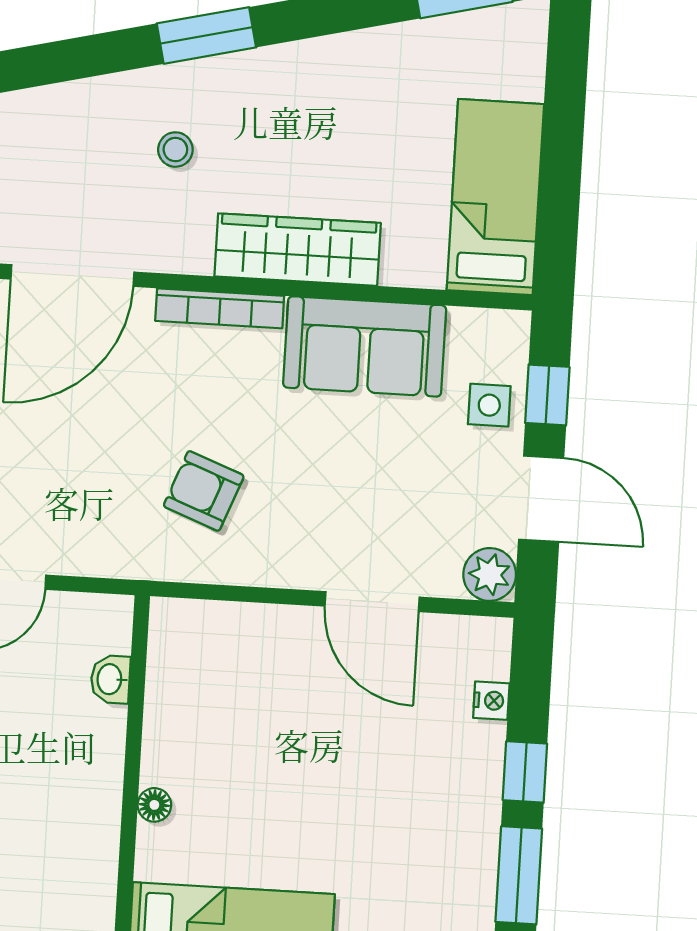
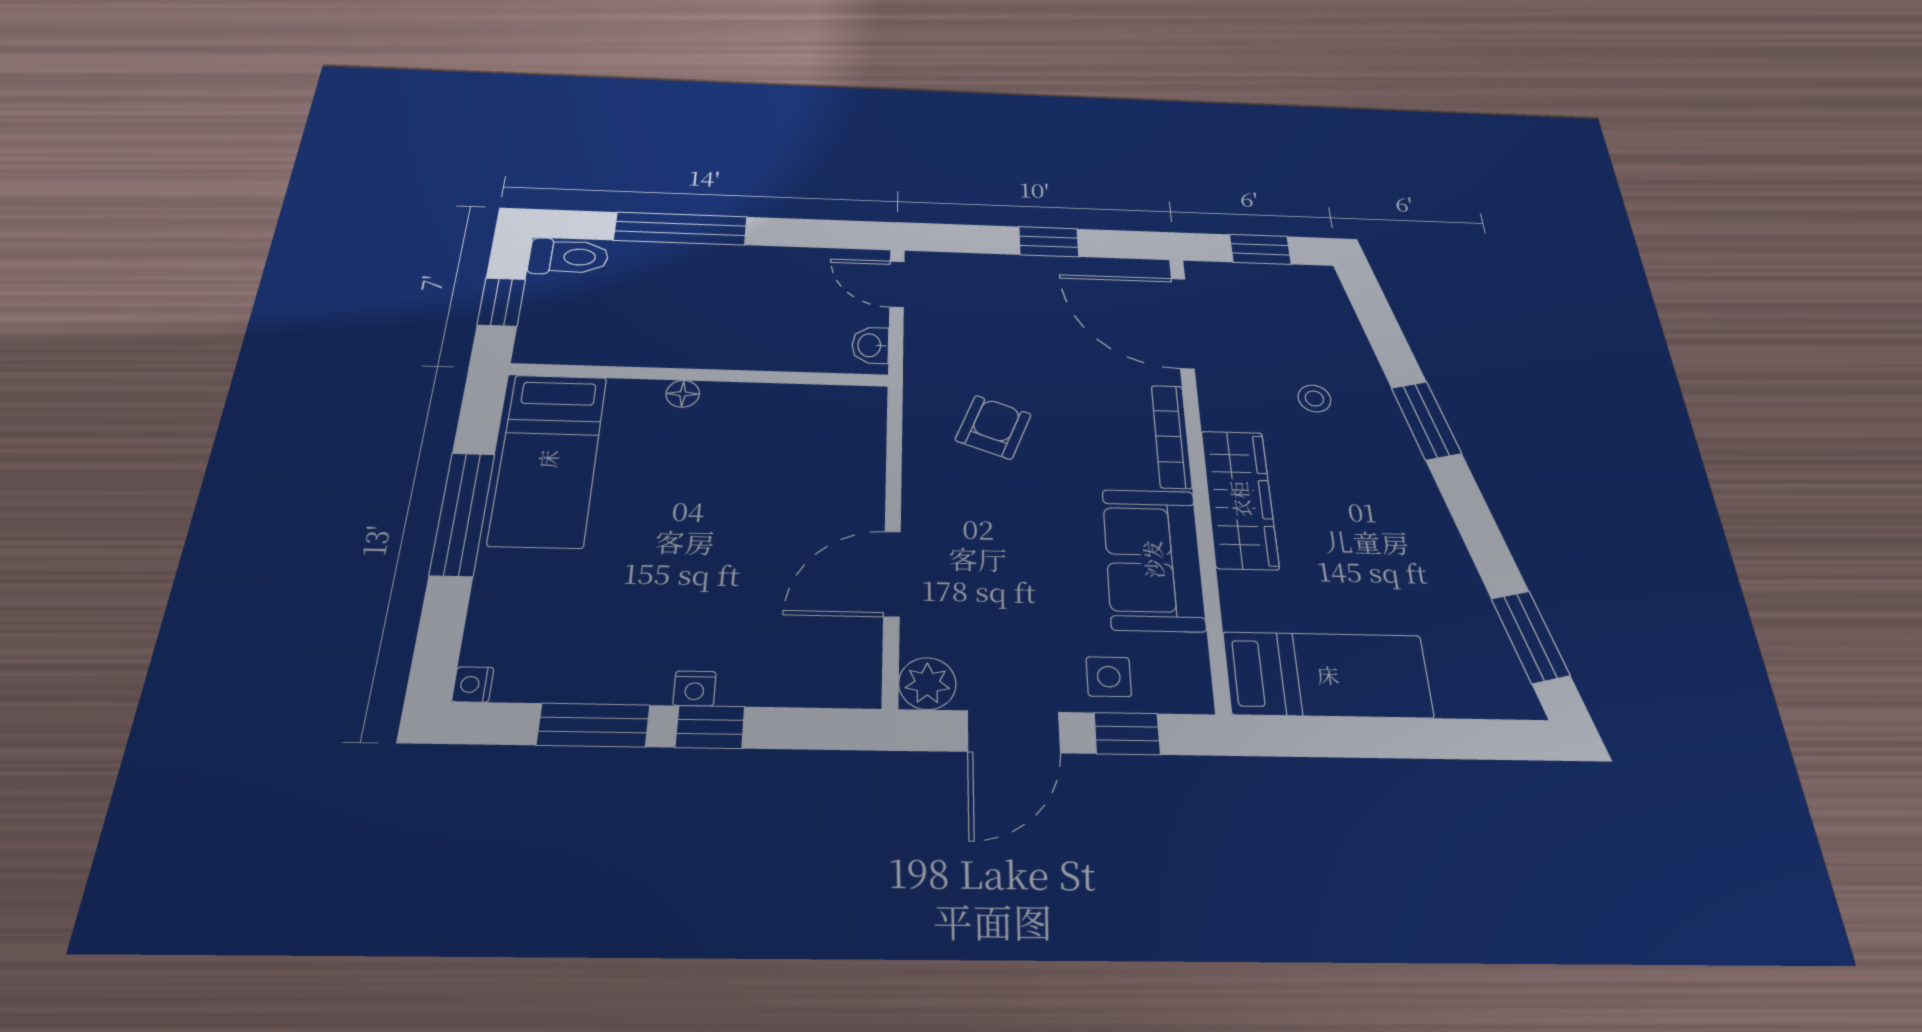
washbasin: (111, 679) -> (870, 345), moved, turned -90
nightstand: (491, 701) -> (695, 688), moved

